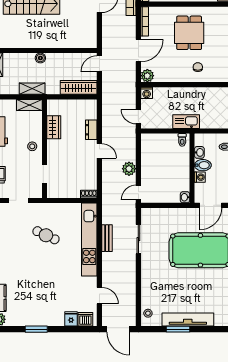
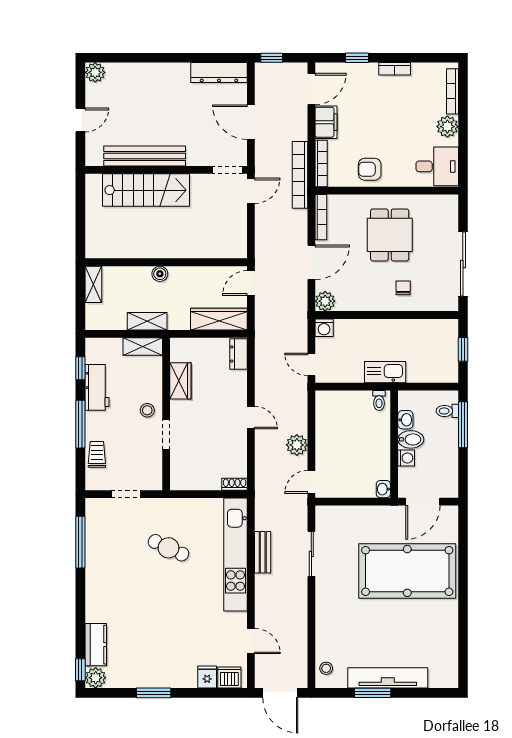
dresser: (91, 130) -> (239, 354), moved
doorway: (44, 174) -> (166, 435), moved

